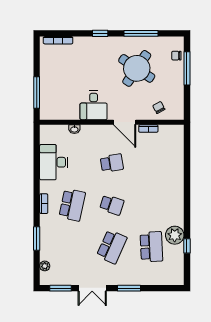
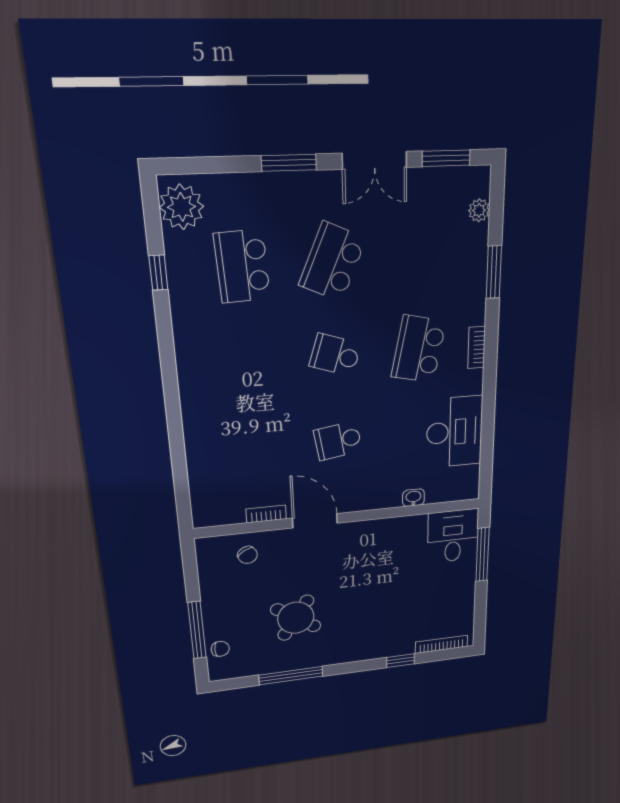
window: (100, 33) -> (400, 661), moved
round table: (137, 68) -> (296, 618), width x0.73, depth x0.73
desk: (94, 105) -> (453, 536), moved
plant: (175, 235) -> (182, 207), moved
double door: (92, 288) -> (375, 160), swing flipped

